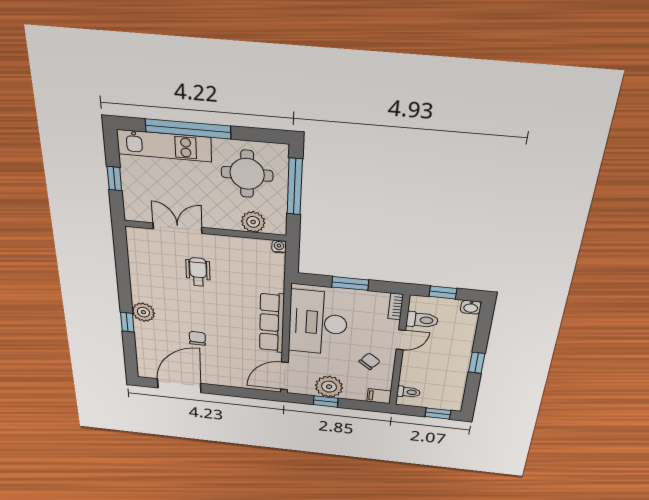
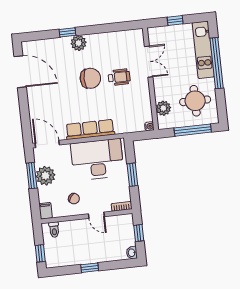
toilet: (422, 320) -> (115, 225), removed
chair: (197, 338) -> (90, 78), moved, width x1.87, depth x1.87
window: (326, 401) -> (32, 176), width x1.50

